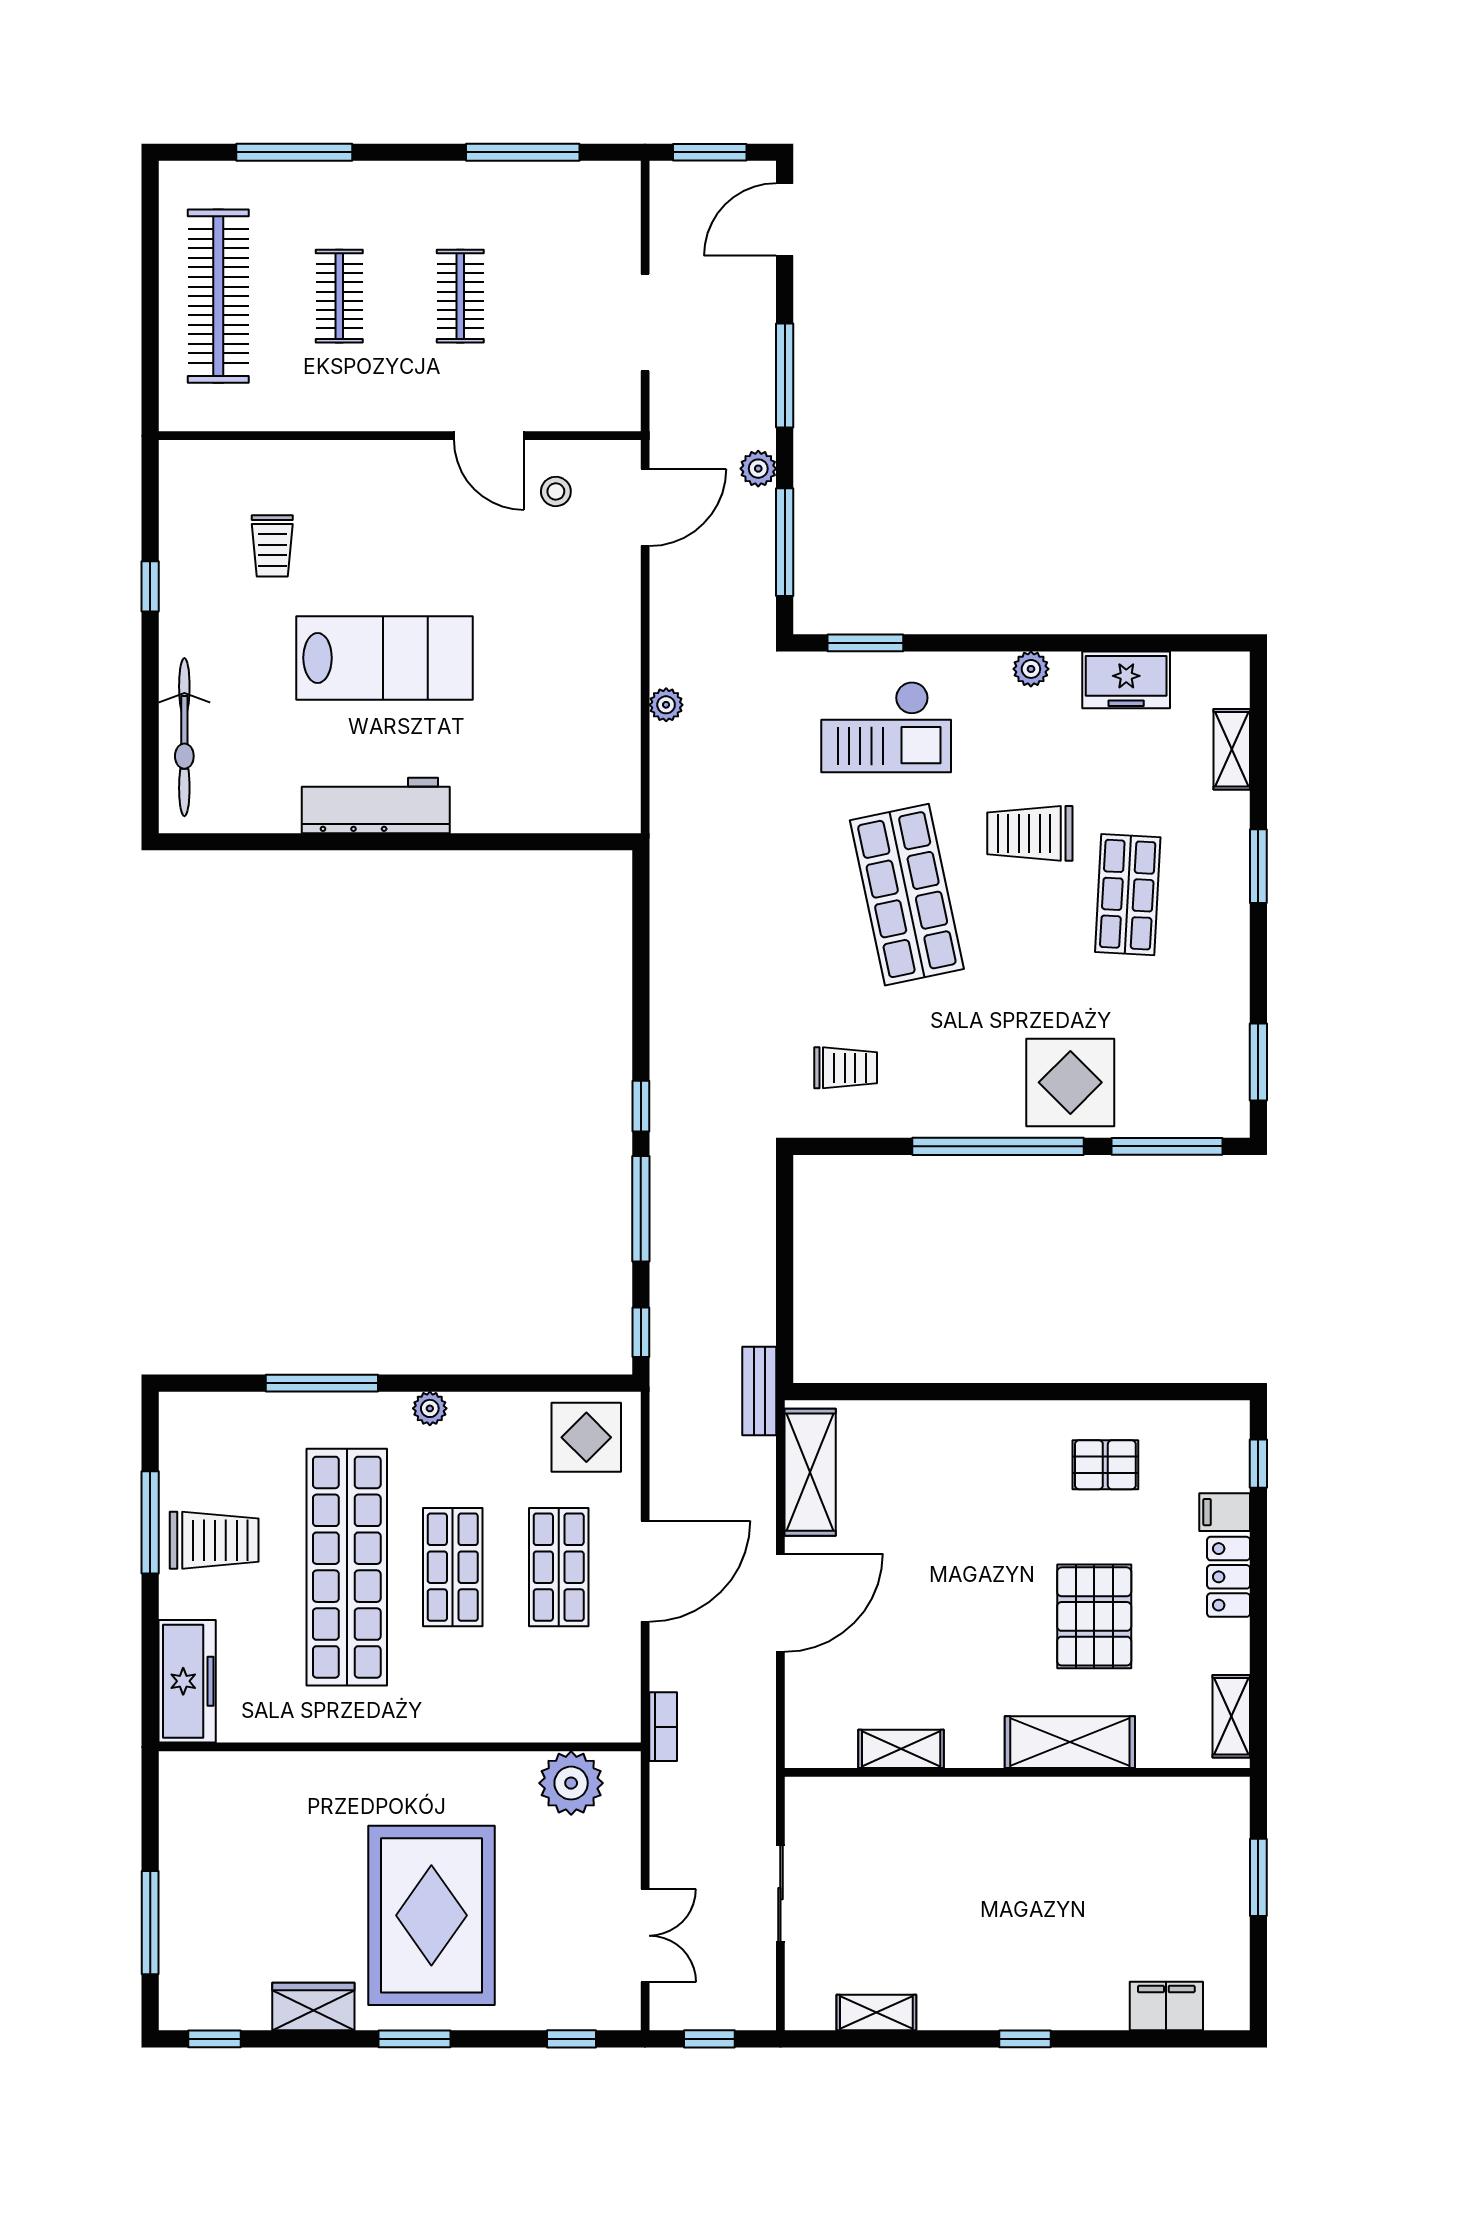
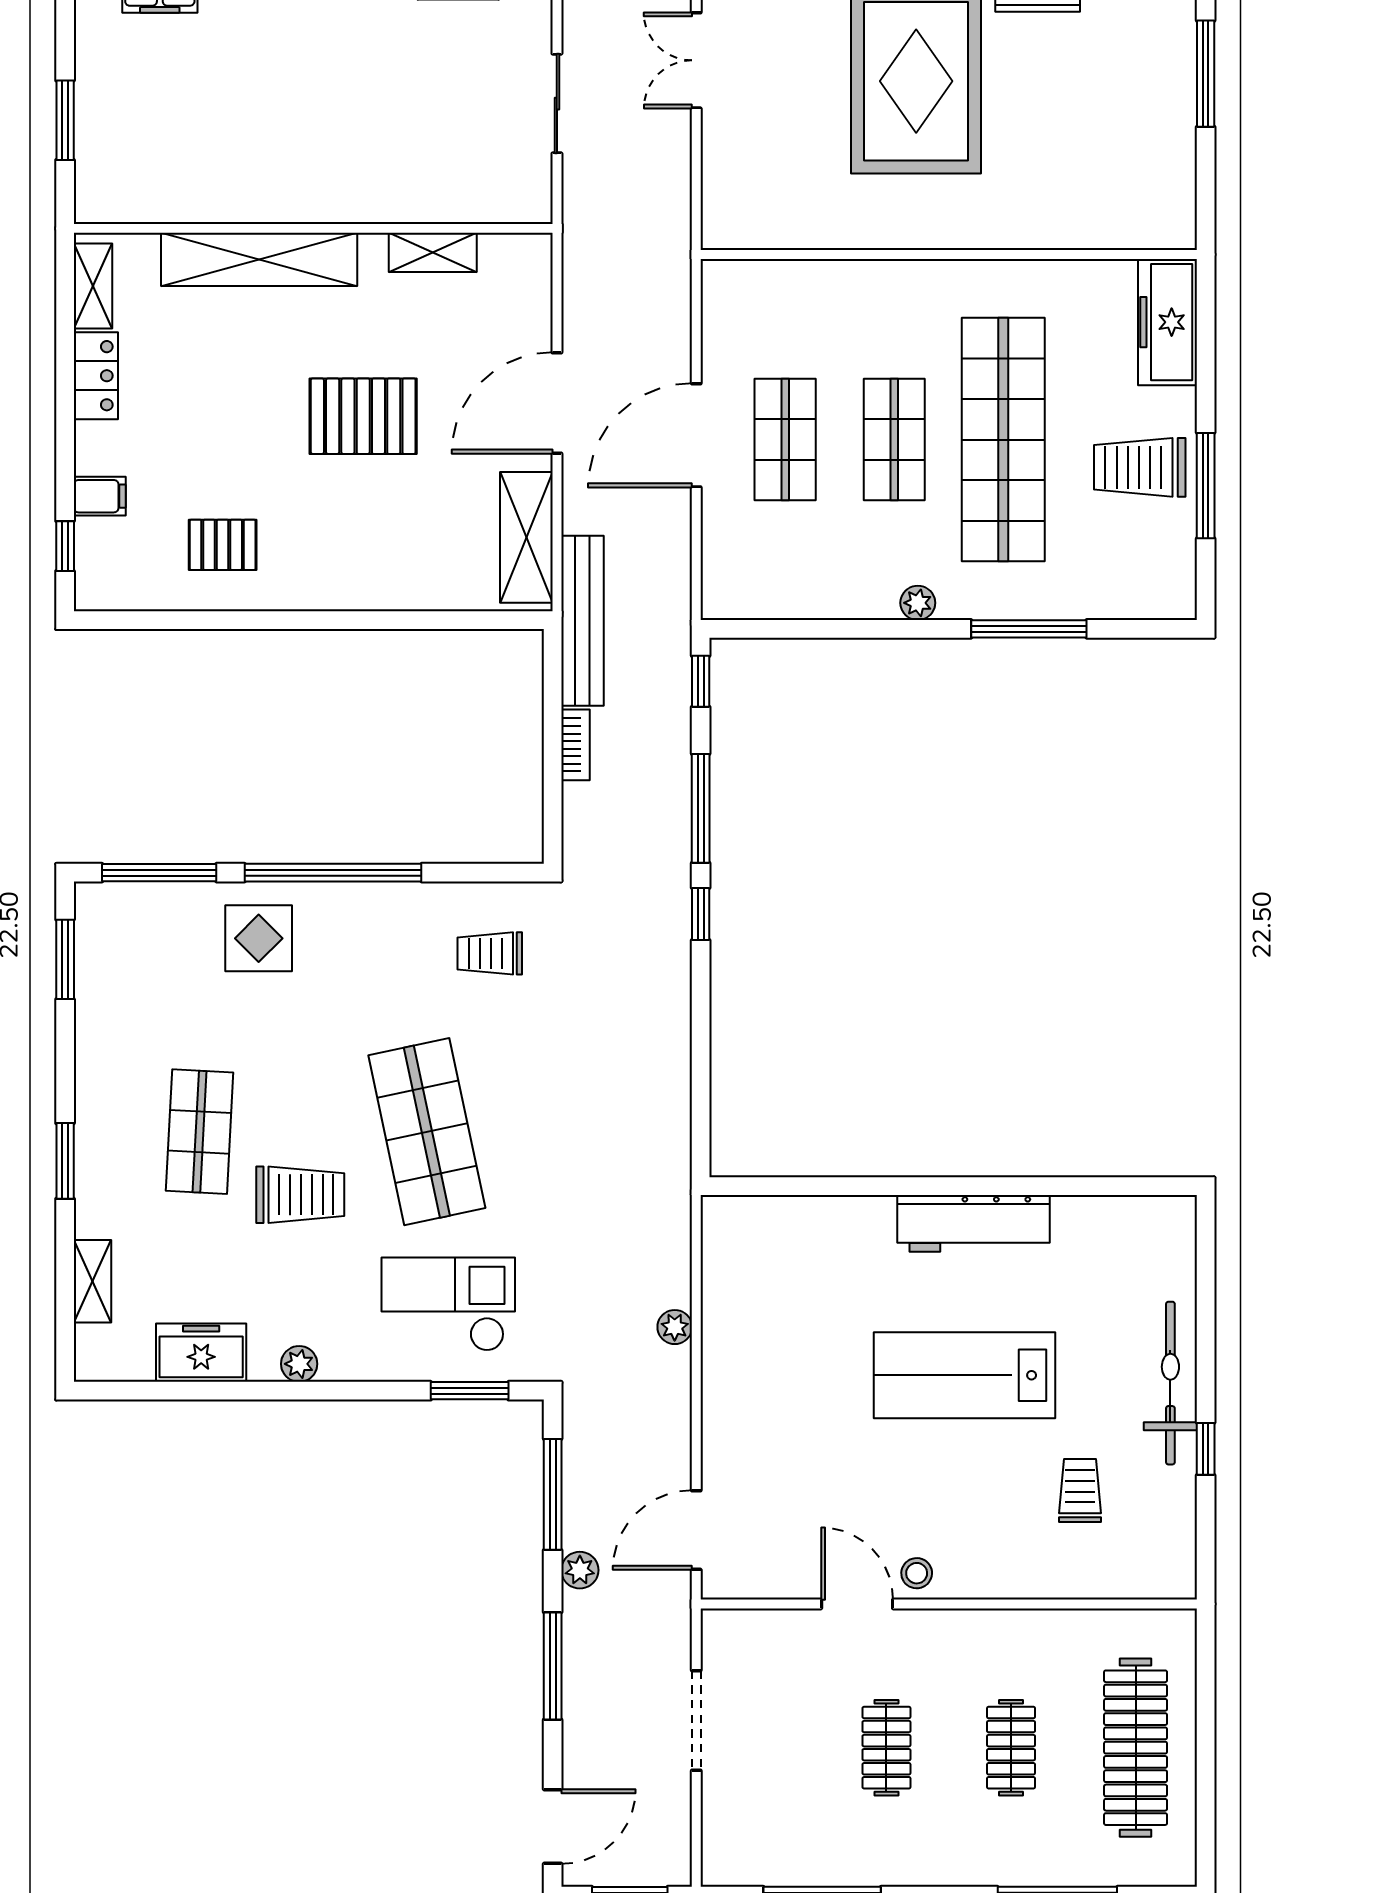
stool: (556, 491) -> (917, 1573), moved
bicycle: (184, 737) -> (1170, 1383), moved
display table: (1070, 1082) -> (259, 938), width x0.73, depth x0.73
bench: (759, 1391) -> (582, 621), width x1.86, depth x1.21
display table: (586, 1437) -> (757, 573), removed
locker: (1229, 1577) -> (96, 376), moved
pallet: (1094, 1616) -> (363, 416), moved, turned 90
bookcase: (663, 1727) -> (576, 745), moved, turned 180
shelving: (1070, 1742) -> (259, 259), width x1.47
plant: (571, 1783) -> (772, 217), removed

